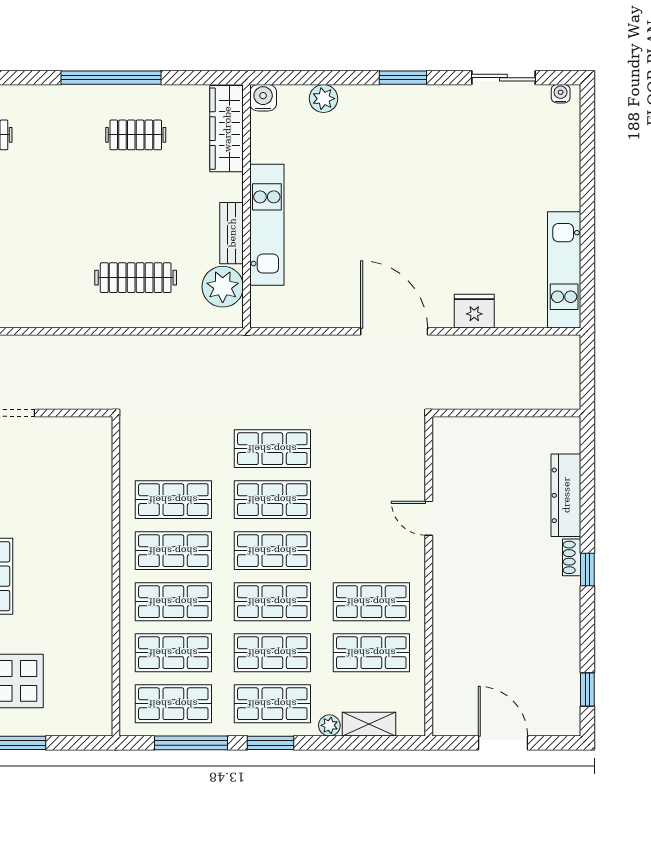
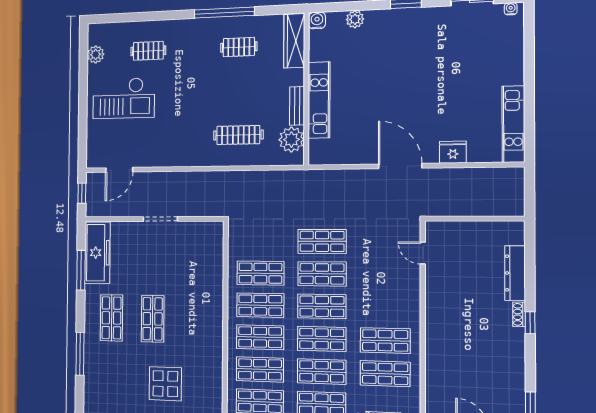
door: (429, 518) -> (423, 253), moved

